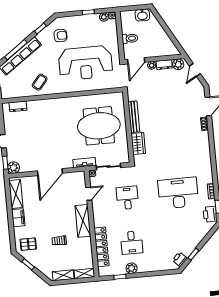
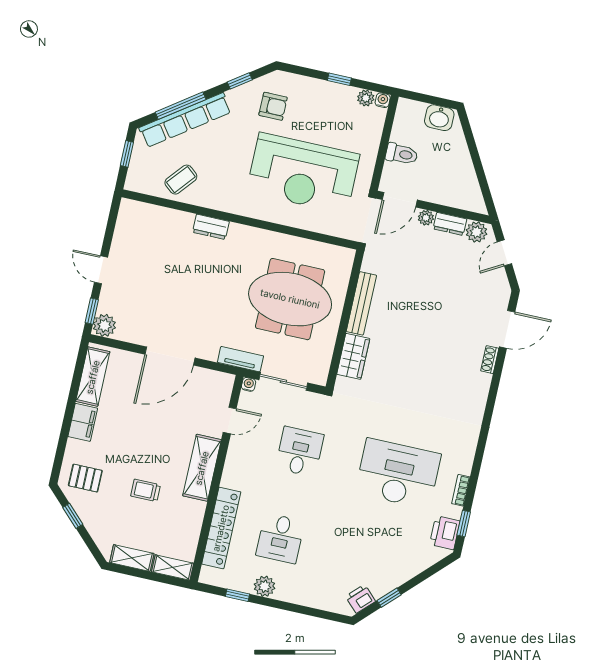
coffee table: (40, 82) -> (181, 180), moved
dresser: (18, 106) -> (211, 227), moved

